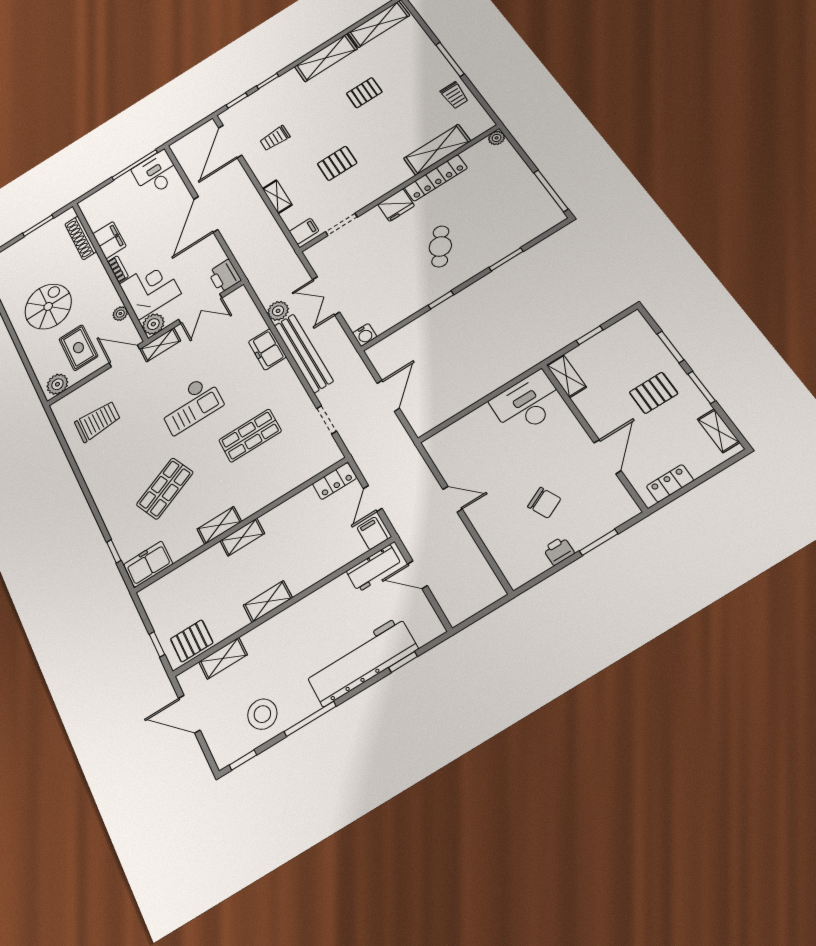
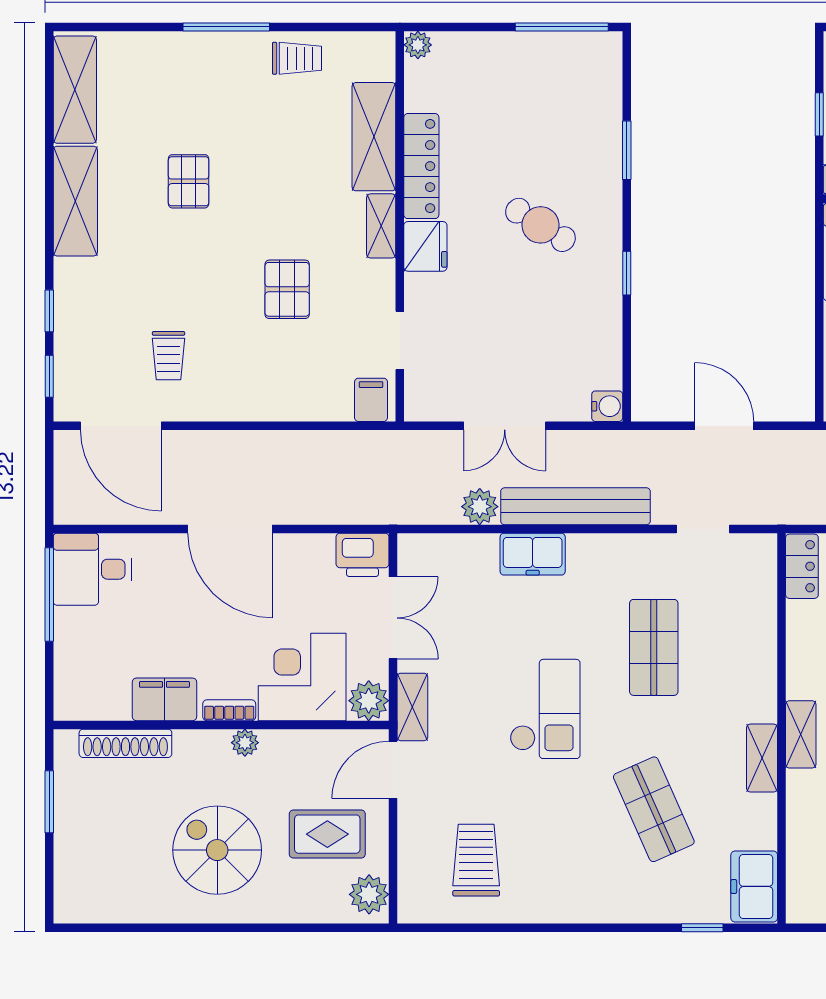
shelving: (277, 197) -> (381, 226), moved, turned 90
plant: (120, 314) -> (245, 743), moved

